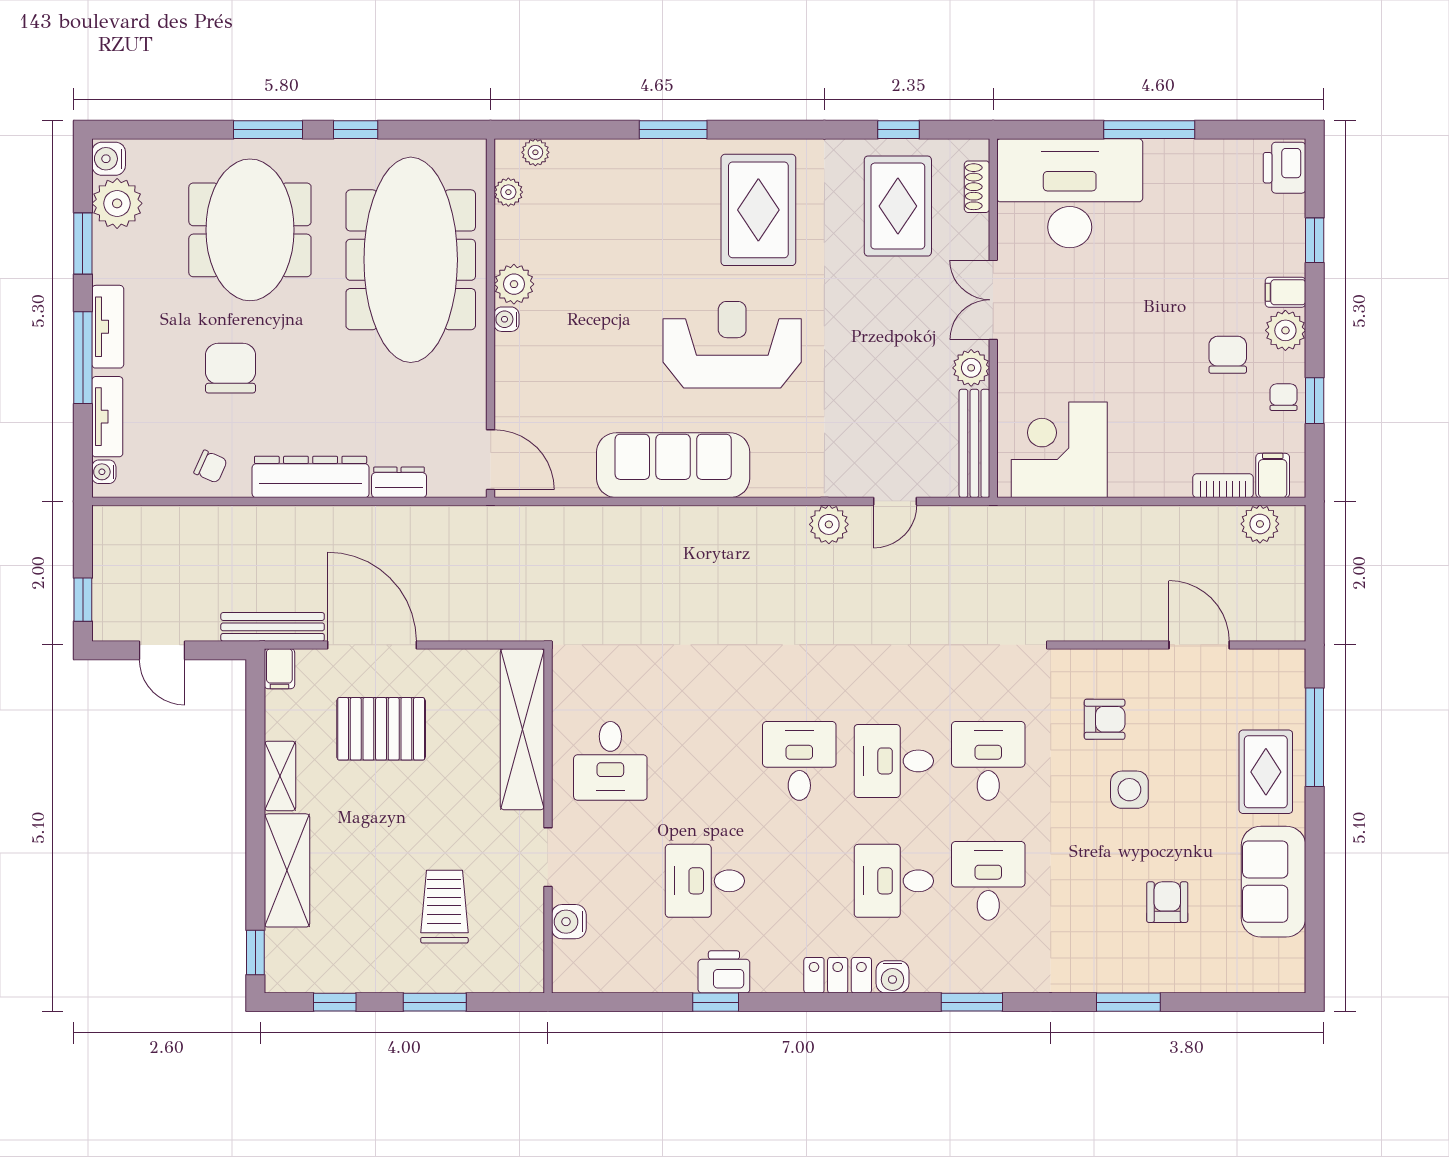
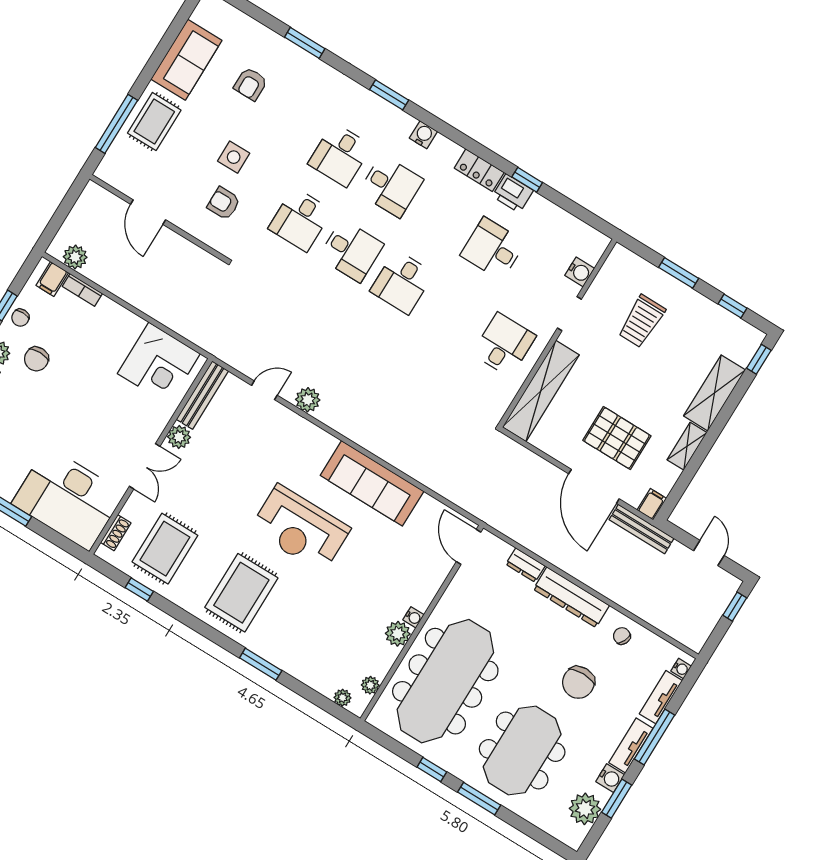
water cooler: (109, 159) -> (610, 778), moved
desk: (705, 881) -> (493, 249), turned 180
locker: (838, 975) -> (479, 170), moved

